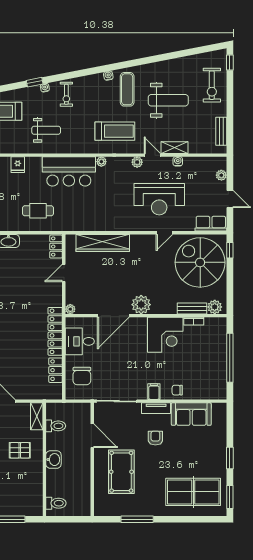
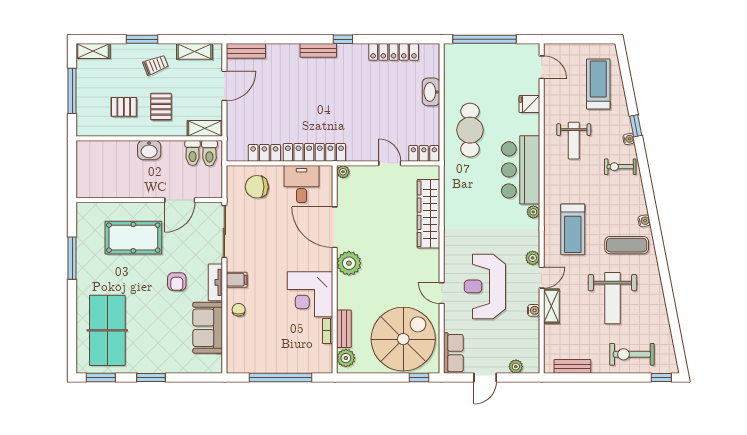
cafe table: (38, 211) -> (470, 130), width x1.37, depth x1.35
armchair: (155, 438) -> (177, 282), turned 90
pallet: (20, 479) -> (124, 107), added
toilet: (56, 503) -> (209, 153), moved

